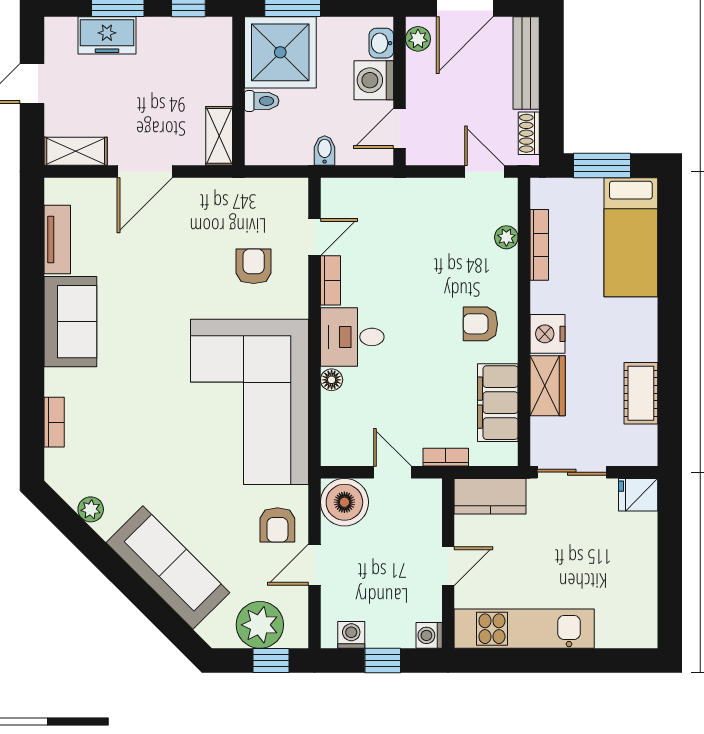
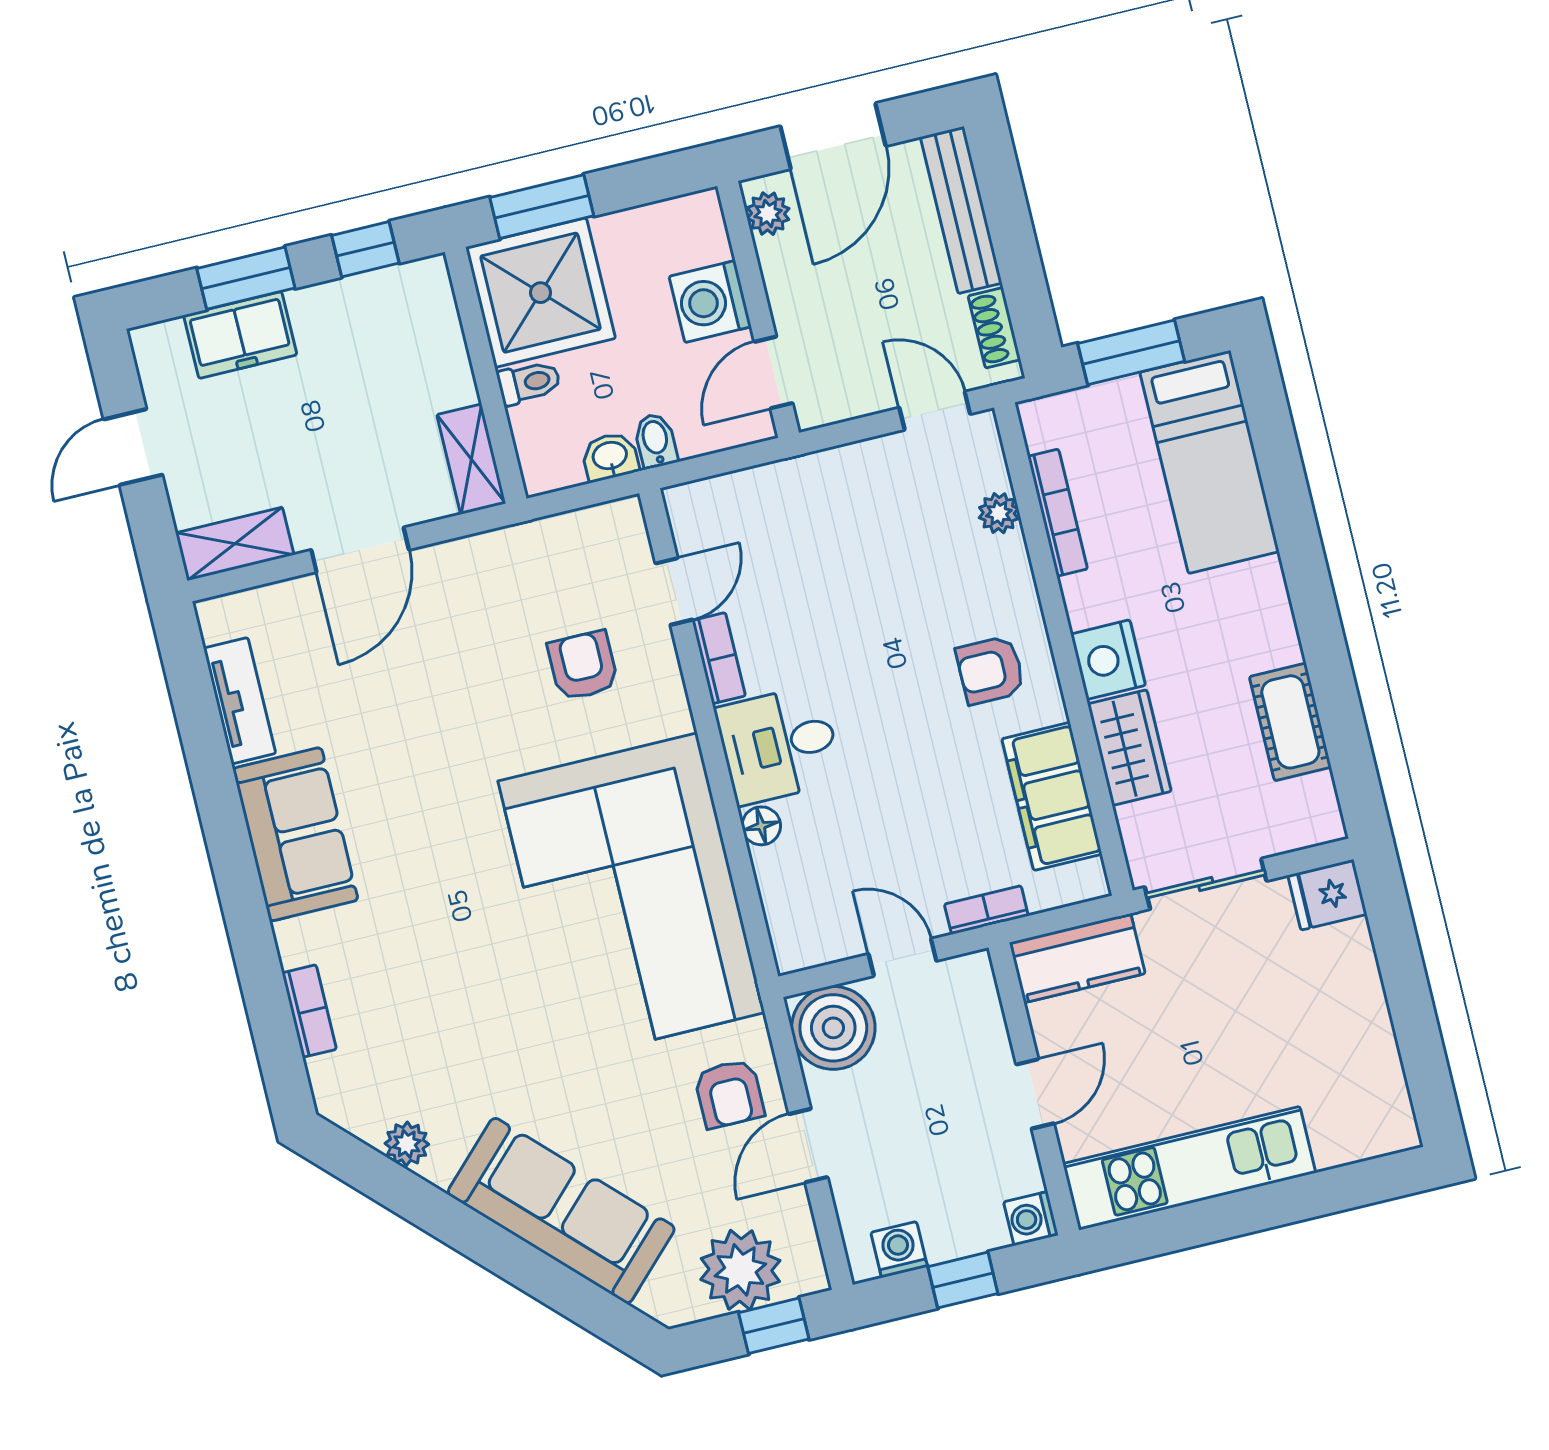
washbasin: (381, 43) -> (610, 457), moved, turned 90

